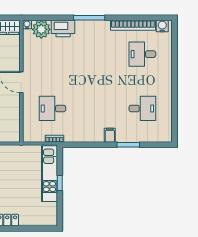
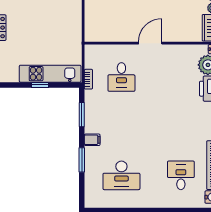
desk: (52, 108) -> (121, 77), turned 180
desk: (142, 108) -> (121, 175), width x1.37
window: (87, 145) -> (82, 115), added

